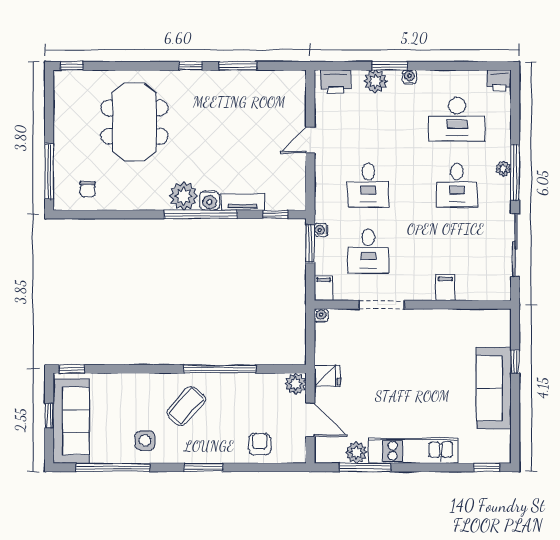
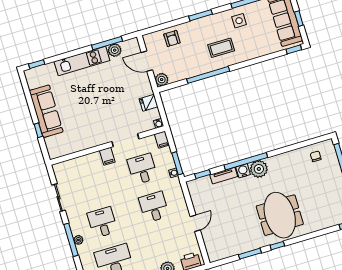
meeting table: (134, 122) -> (280, 215), moved
sliding door: (515, 245) -> (58, 198), width x0.73
filing cabinet: (445, 288) -> (107, 156), moved
fridge: (327, 375) -> (149, 103), moved
coffee table: (186, 406) -> (221, 48), turned 48

